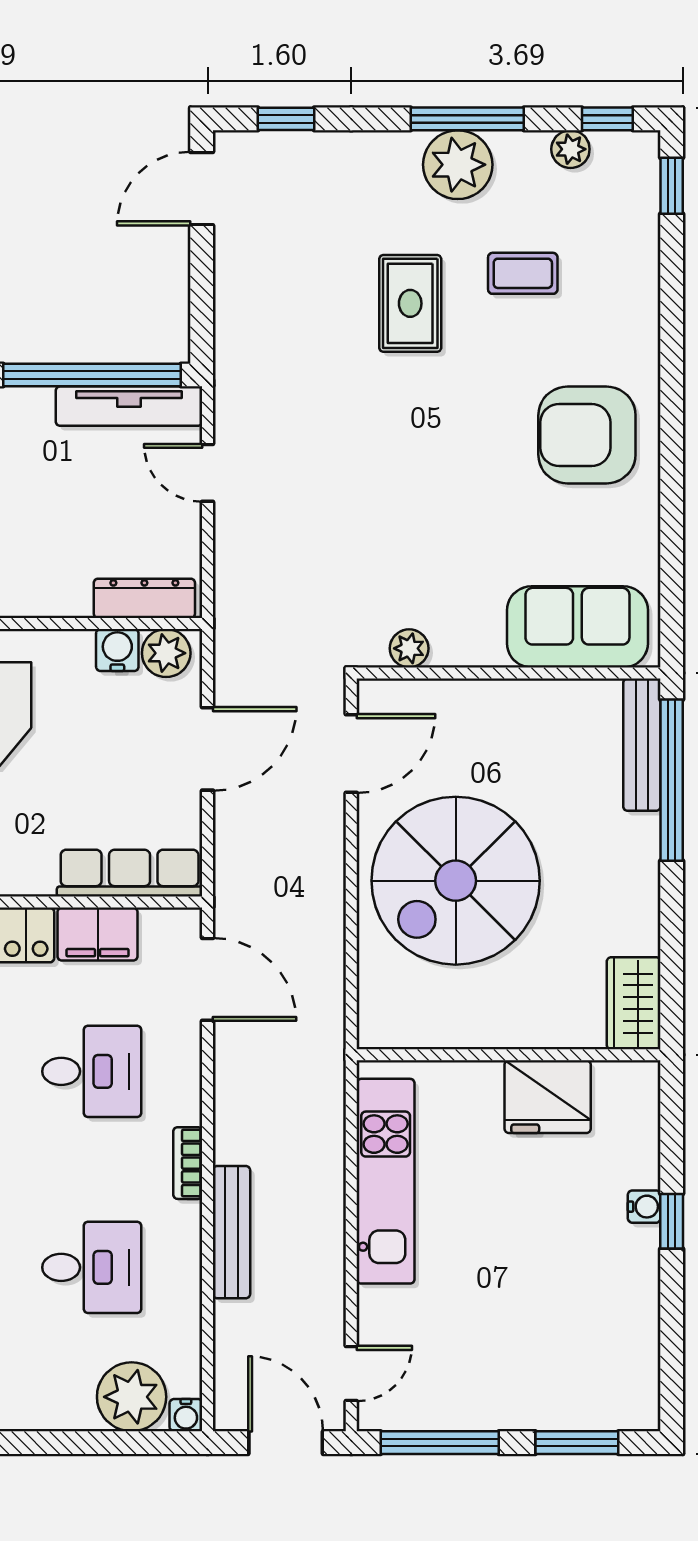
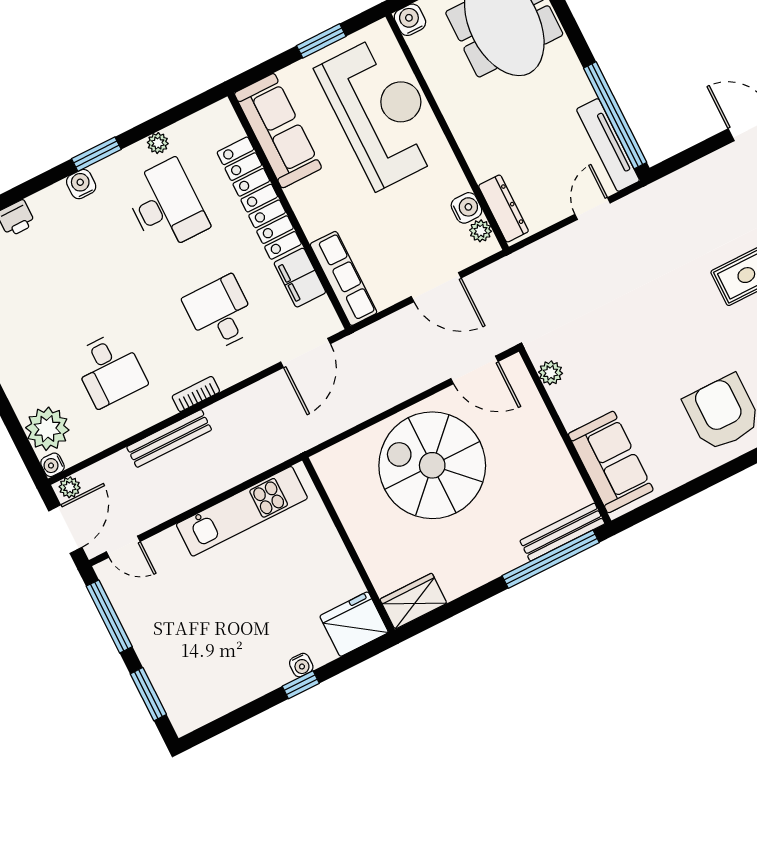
plant: (166, 653) -> (481, 231), width x0.73, depth x0.73
desk: (92, 1071) -> (220, 313), turned 180
fridge: (548, 1097) -> (354, 624), moved, turned 90
plant: (230, 1407) -> (70, 487), added

